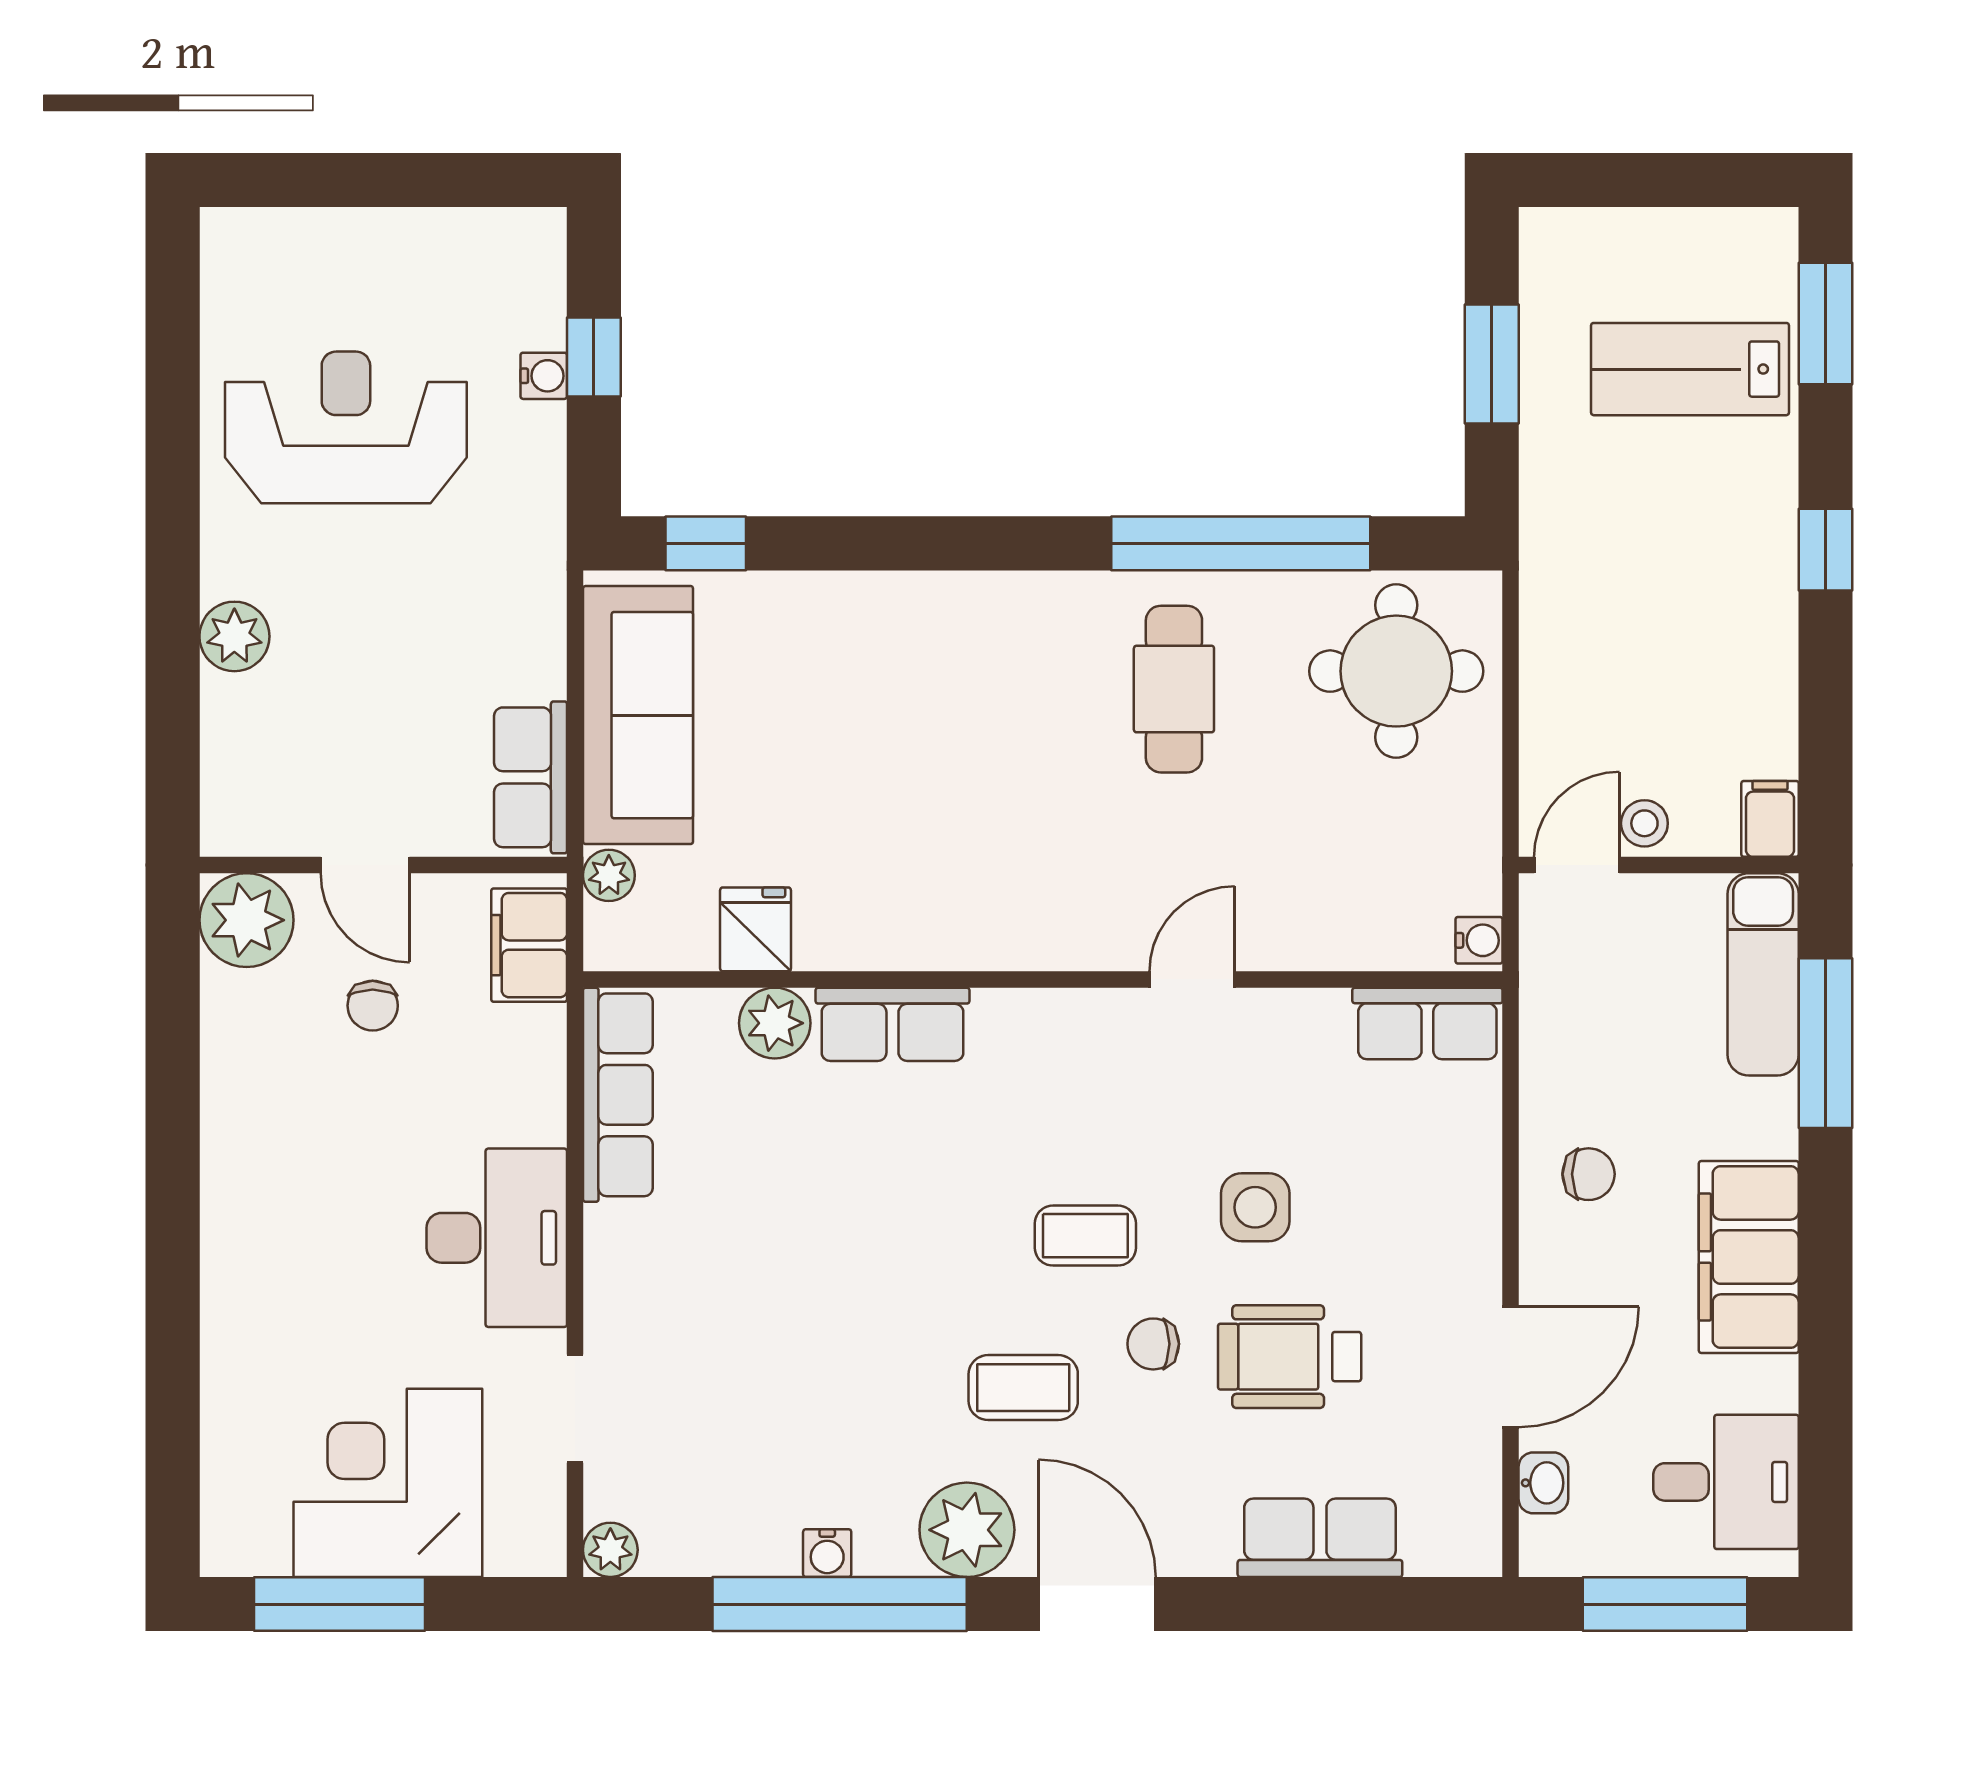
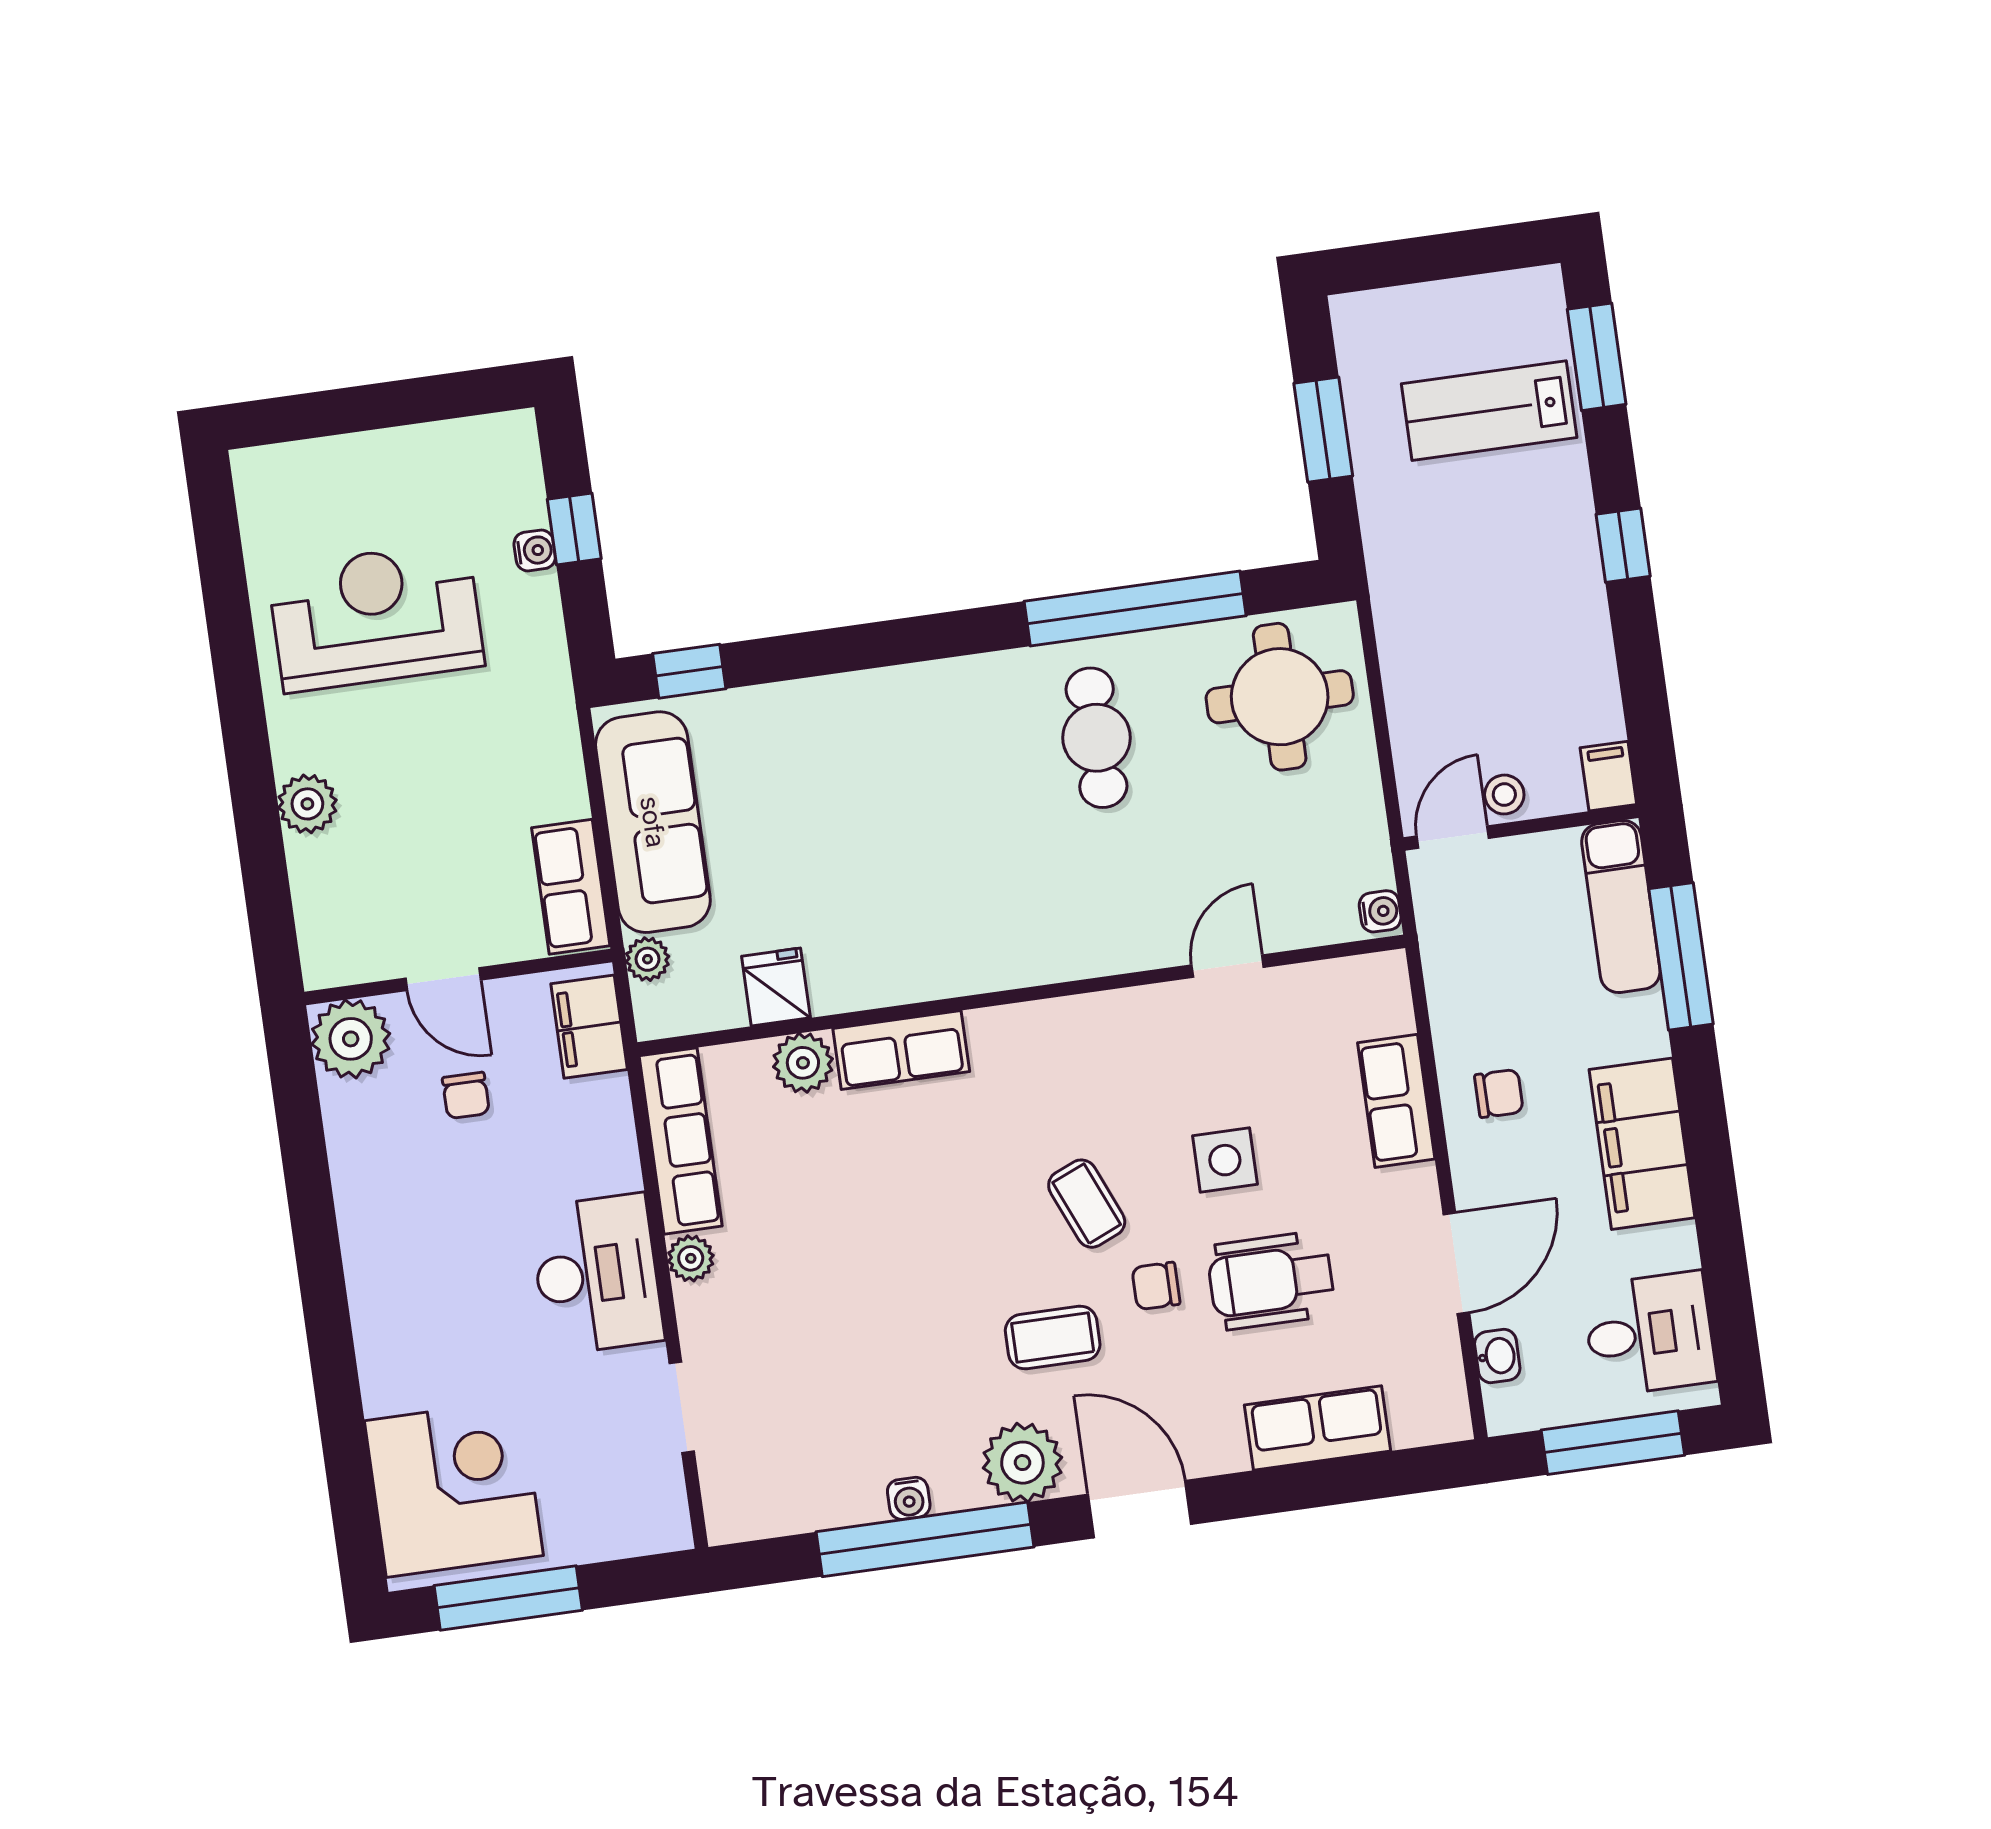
door: (1192, 979) -> (1228, 966), moved
row of seats: (1427, 1023) -> (1396, 1101), moved, turned 90
coffee table: (1085, 1236) -> (1087, 1204), turned 67
corner desk: (388, 1483) -> (454, 1488), moved, turned 90
plant: (610, 1550) -> (691, 1258), moved

